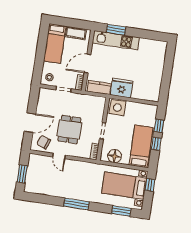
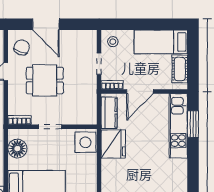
door: (87, 64) -> (140, 91), swing flipped

